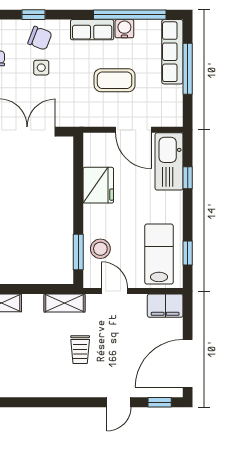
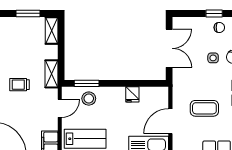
coffee table: (115, 80) -> (204, 108), turned 90
fridge: (98, 185) -> (132, 94), width x0.53, depth x0.75

